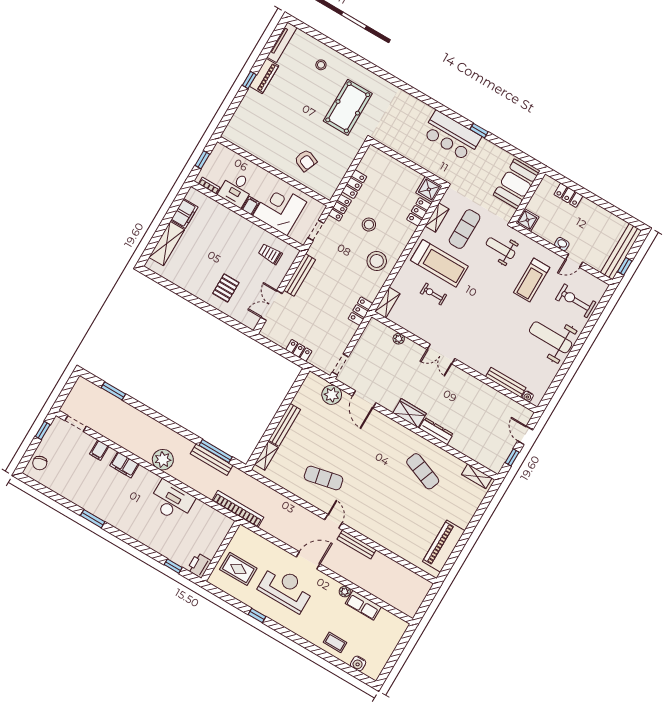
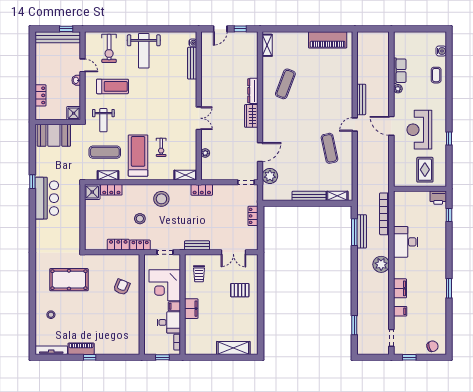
filing cabinet: (184, 214) -> (191, 309), moved, turned 90
bench: (300, 275) -> (197, 245), width x0.73
bookcase: (238, 509) -> (384, 214), moved

